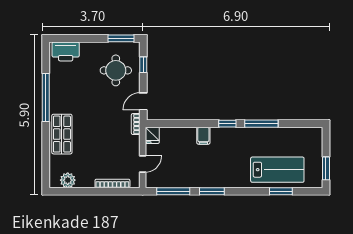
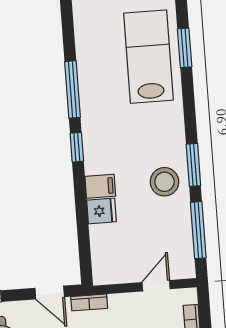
fridge: (152, 135) -> (102, 211), moved
door: (143, 164) -> (156, 286), hinge flipped
stool: (203, 174) -> (164, 182), added

